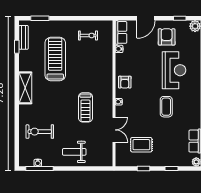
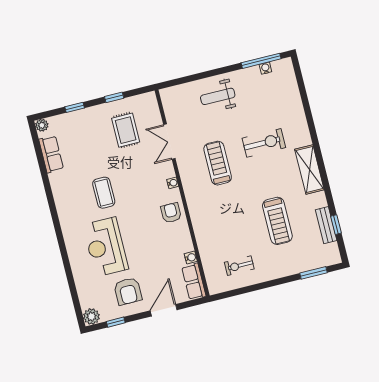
bench: (23, 37) -> (326, 225), moved
treadmill: (55, 59) -> (277, 221), width x0.73, depth x0.73
exercise bike: (40, 132) -> (264, 143), moved
rug: (141, 145) -> (126, 130), turned 90
weight bench: (74, 152) -> (218, 96), turned 180

